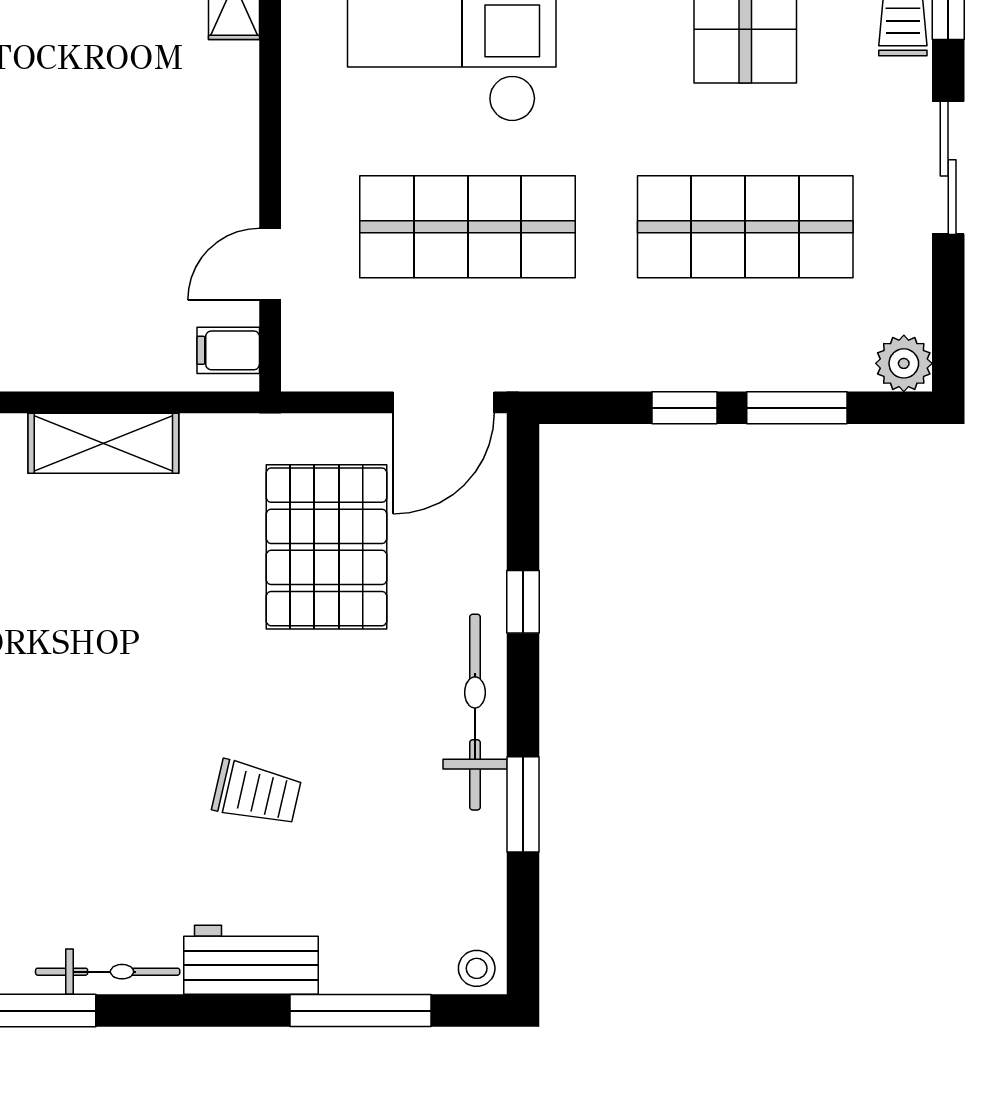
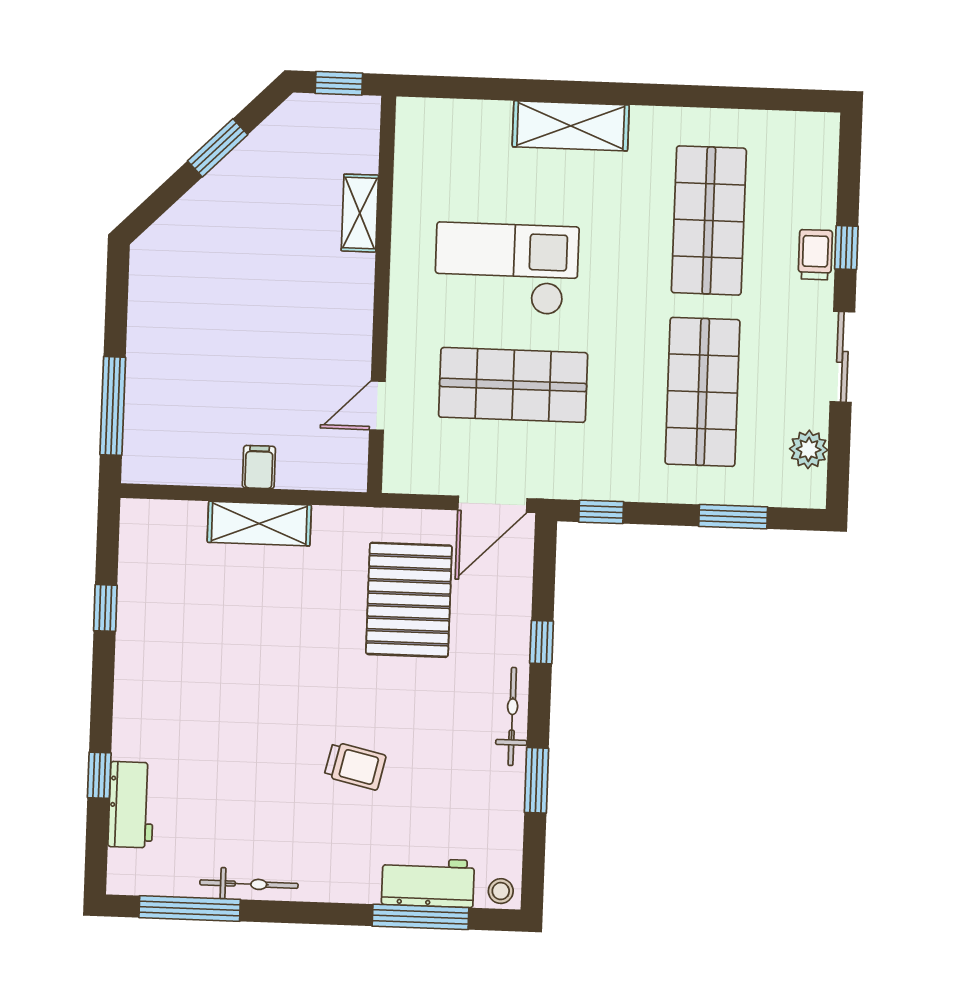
shop shelf: (745, 227) -> (703, 392), turned 90
filing cabinet: (228, 350) -> (259, 467), moved, turned 90
plant: (904, 363) -> (809, 449), moved
window: (684, 408) -> (601, 512), moved
bicycle: (475, 712) -> (512, 716), width x0.73, depth x0.71
workbench: (251, 960) -> (428, 883), moved

